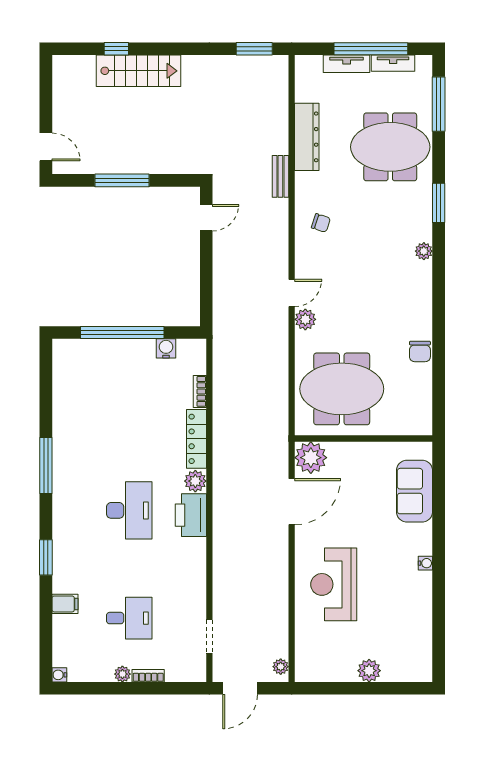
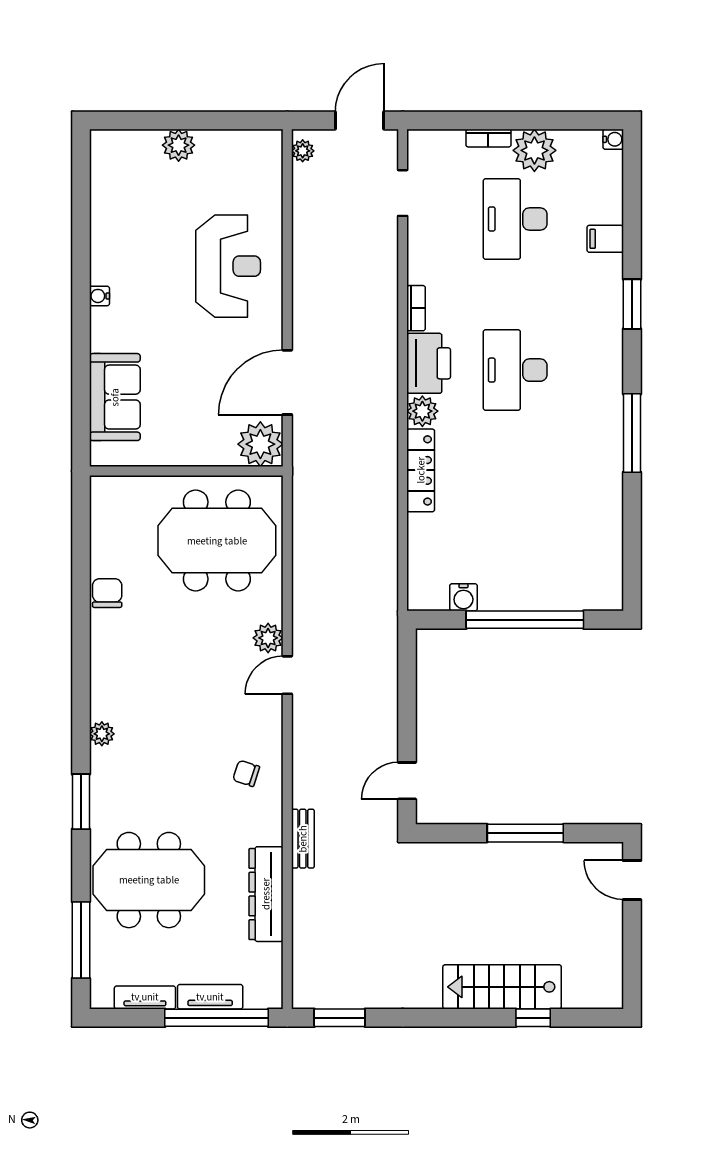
window: (371, 49) -> (217, 1018), moved
bookcase: (200, 391) -> (416, 308), moved
desk: (129, 618) -> (515, 219), width x1.37
plant: (122, 674) -> (534, 150), width x1.88, depth x1.88

